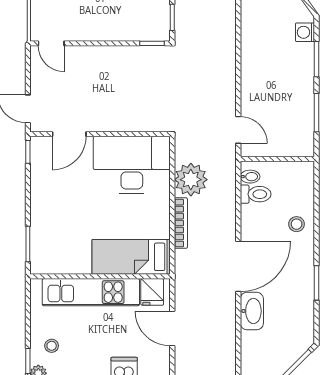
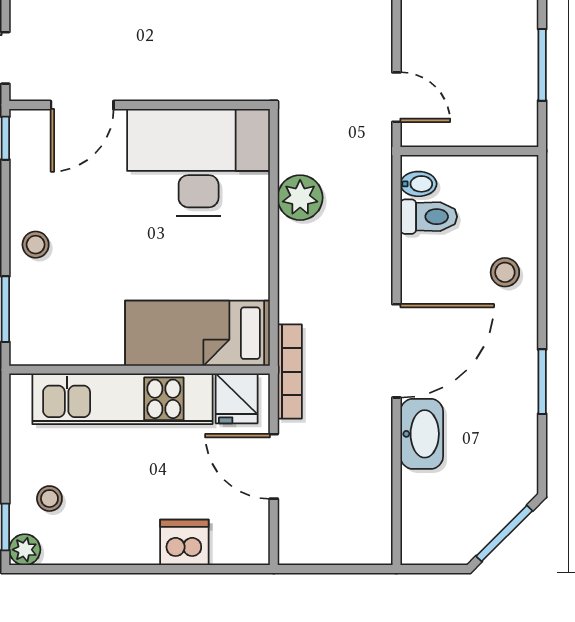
plant: (191, 180) -> (300, 198), width x0.73, depth x0.73
stool: (44, 209) -> (36, 245), added
bookcase: (181, 223) -> (290, 372), moved

